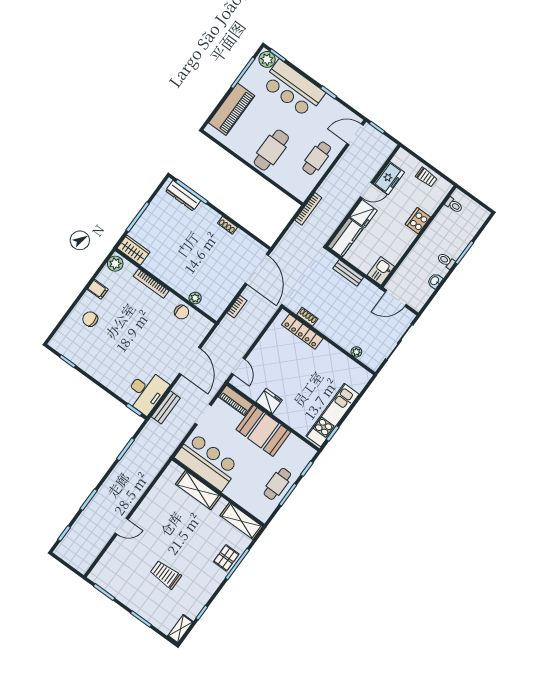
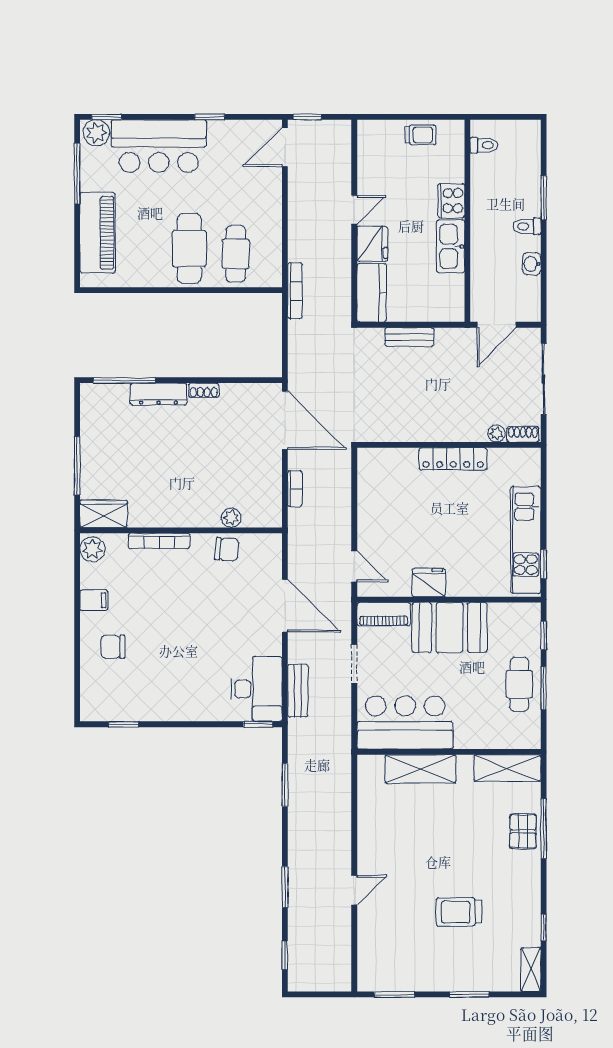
cafe table: (317, 158) -> (236, 254), moved
freezer: (389, 178) -> (372, 172), removed
dresser: (183, 196) -> (159, 394), moved
kitchen sink: (381, 271) -> (451, 246), moved, width x1.38
shoe rack: (307, 317) -> (523, 434), moved
locker: (302, 332) -> (453, 459), moved

